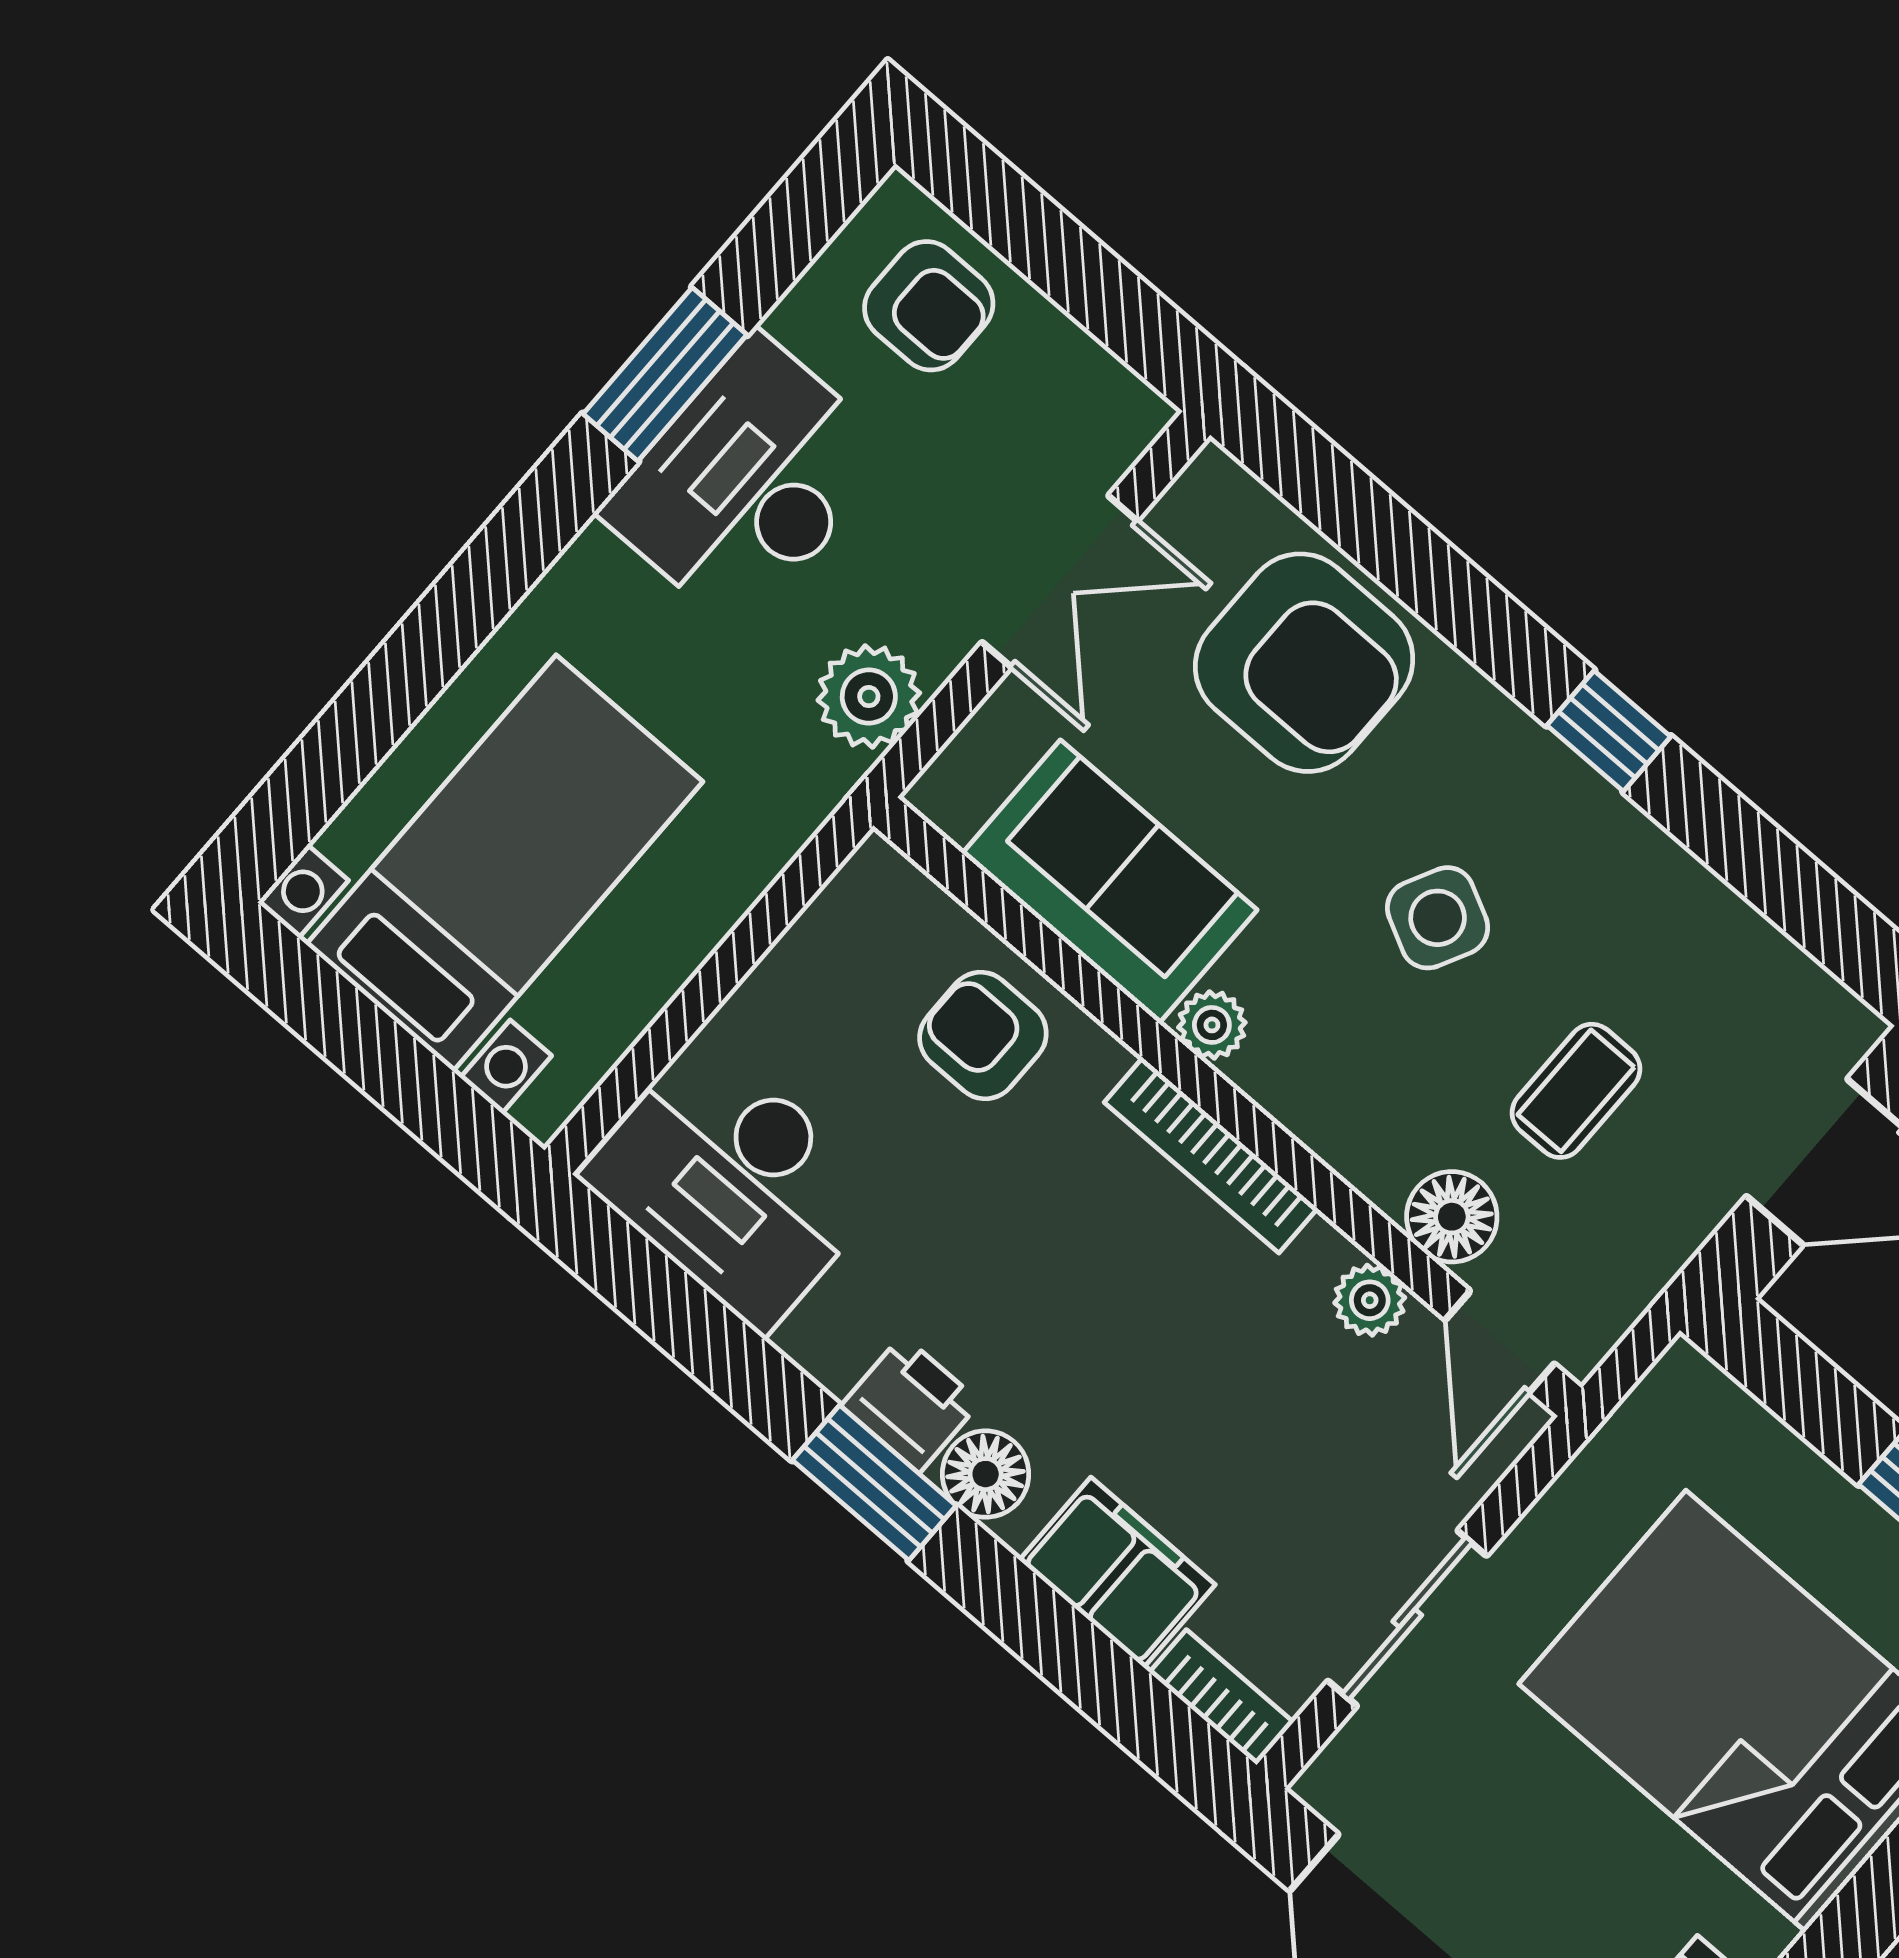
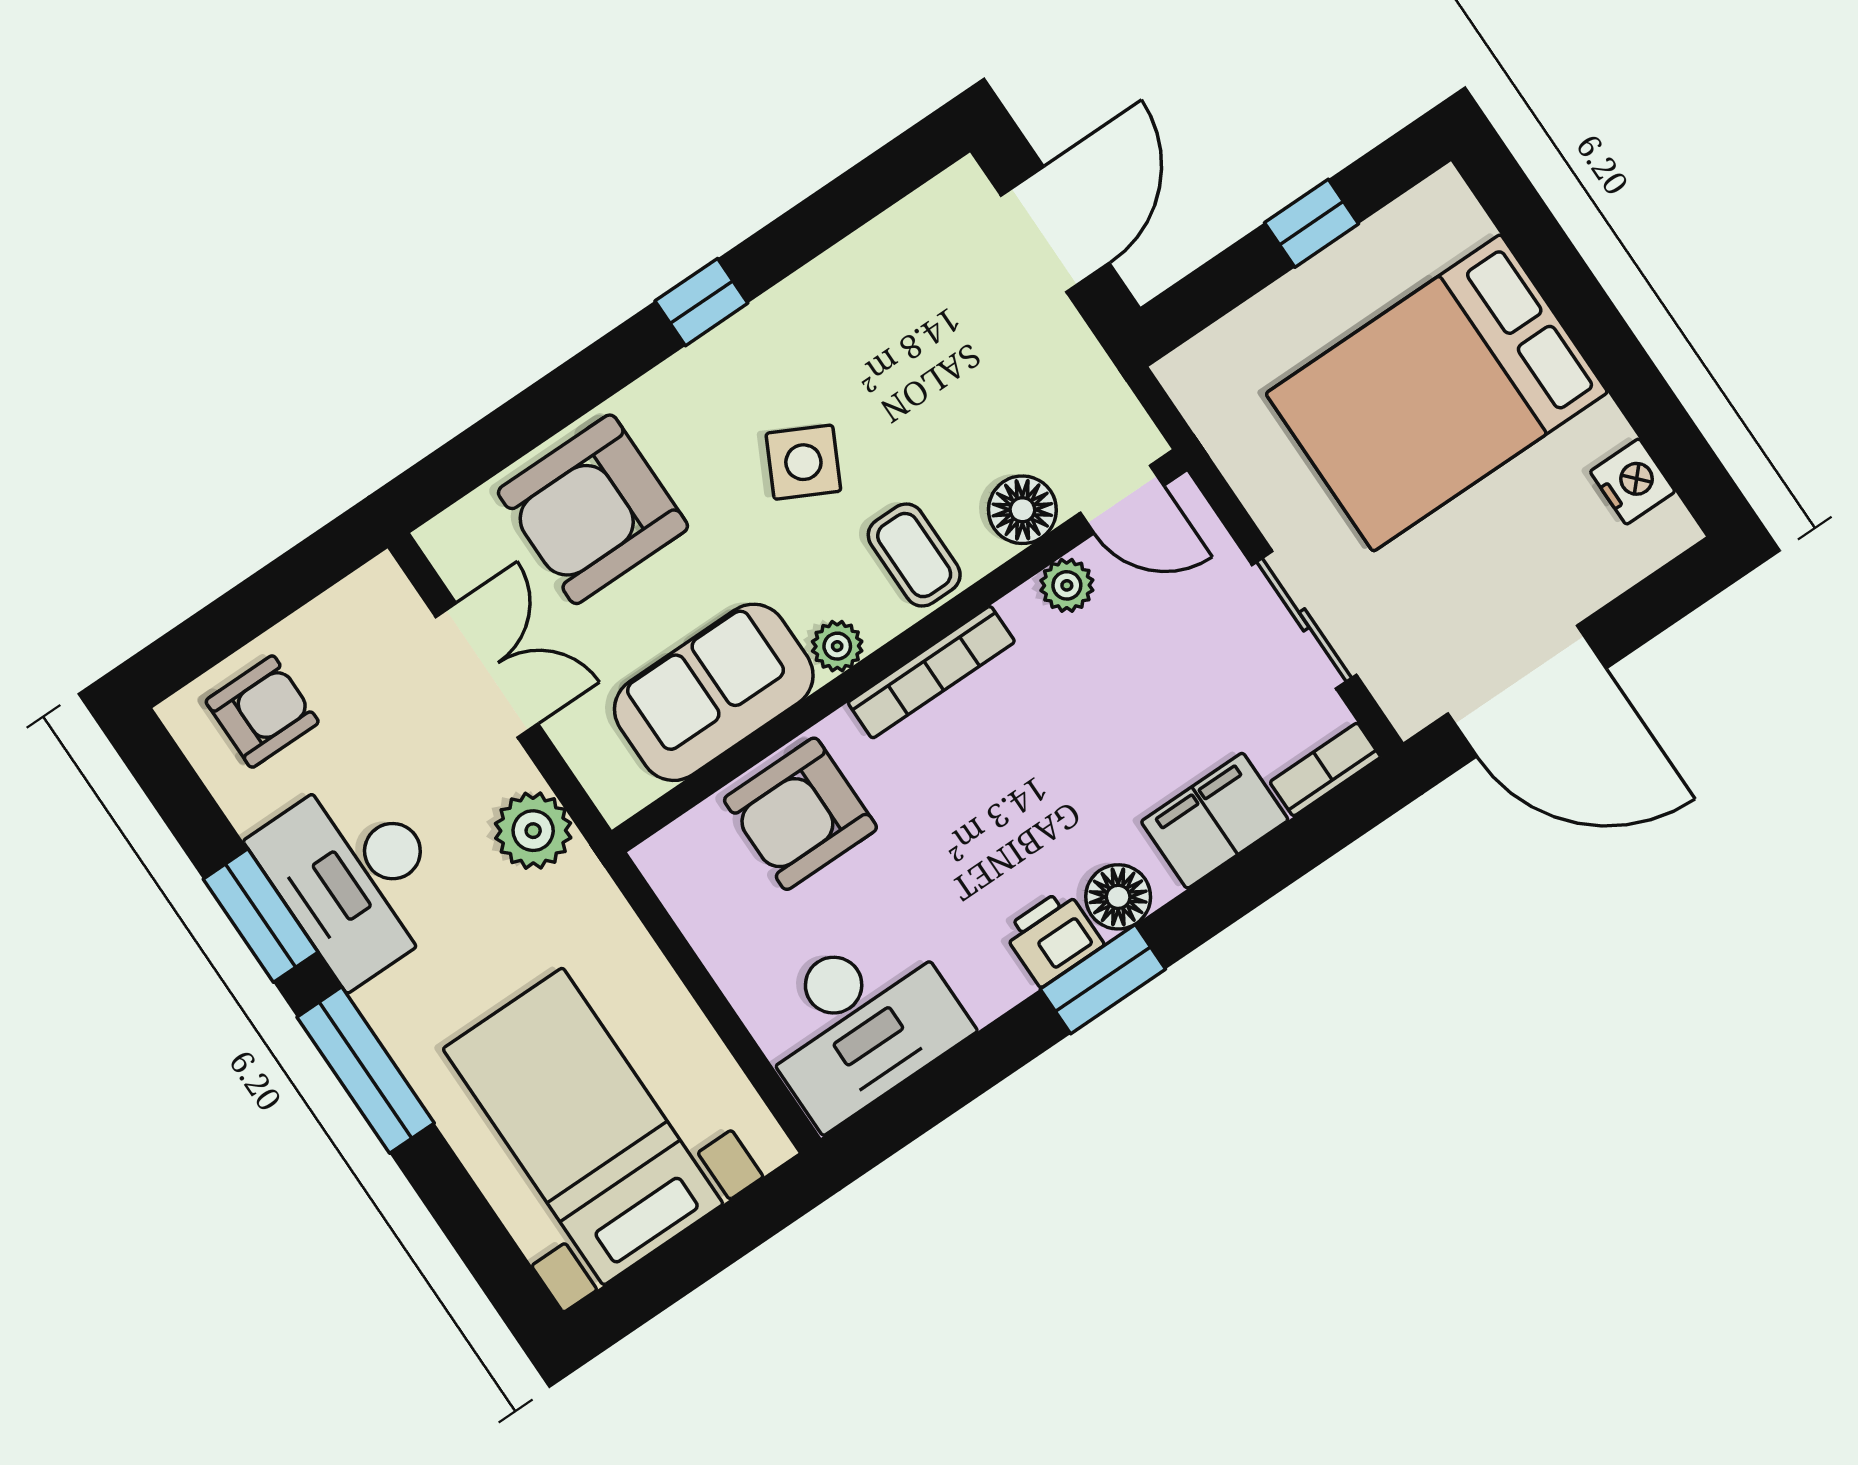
window: (502, 563) -> (366, 1070), added
armchair: (1304, 663) -> (593, 509), turned 180
armchair: (983, 1035) -> (800, 814), width x1.38, depth x1.38
coffee table: (1576, 1091) -> (914, 555), moved

